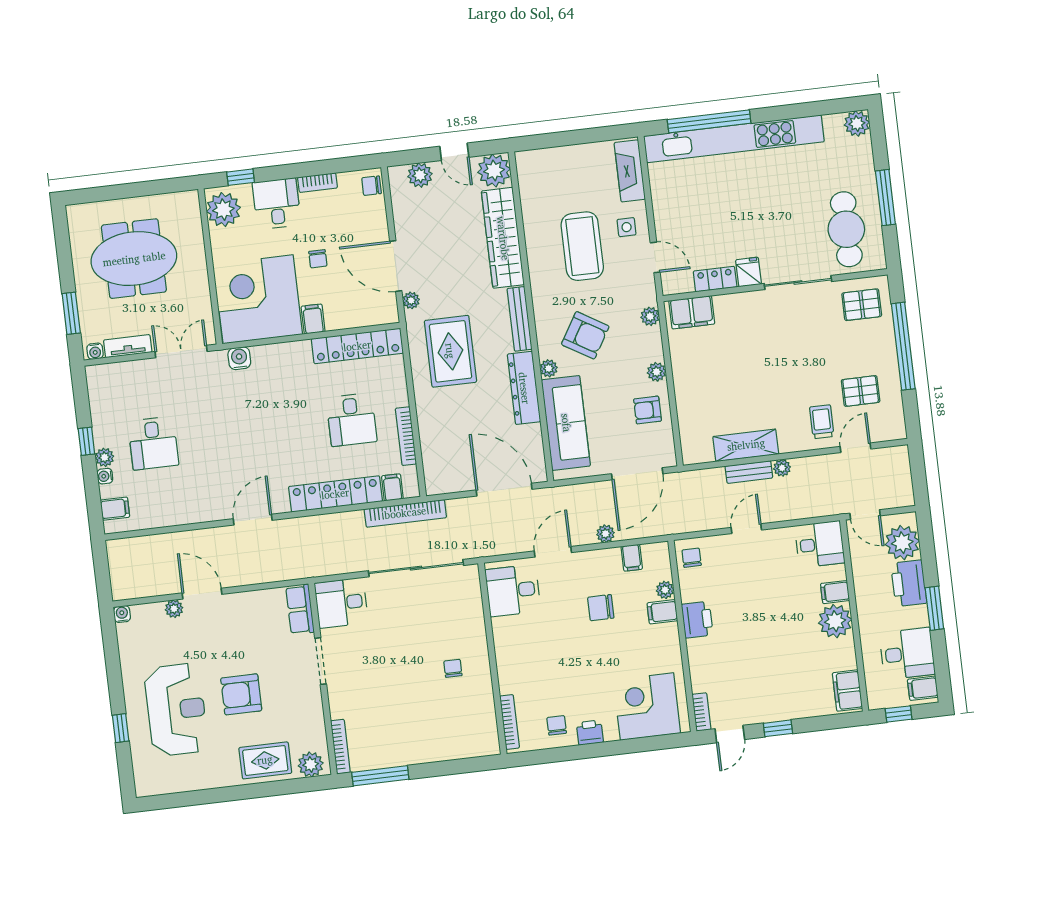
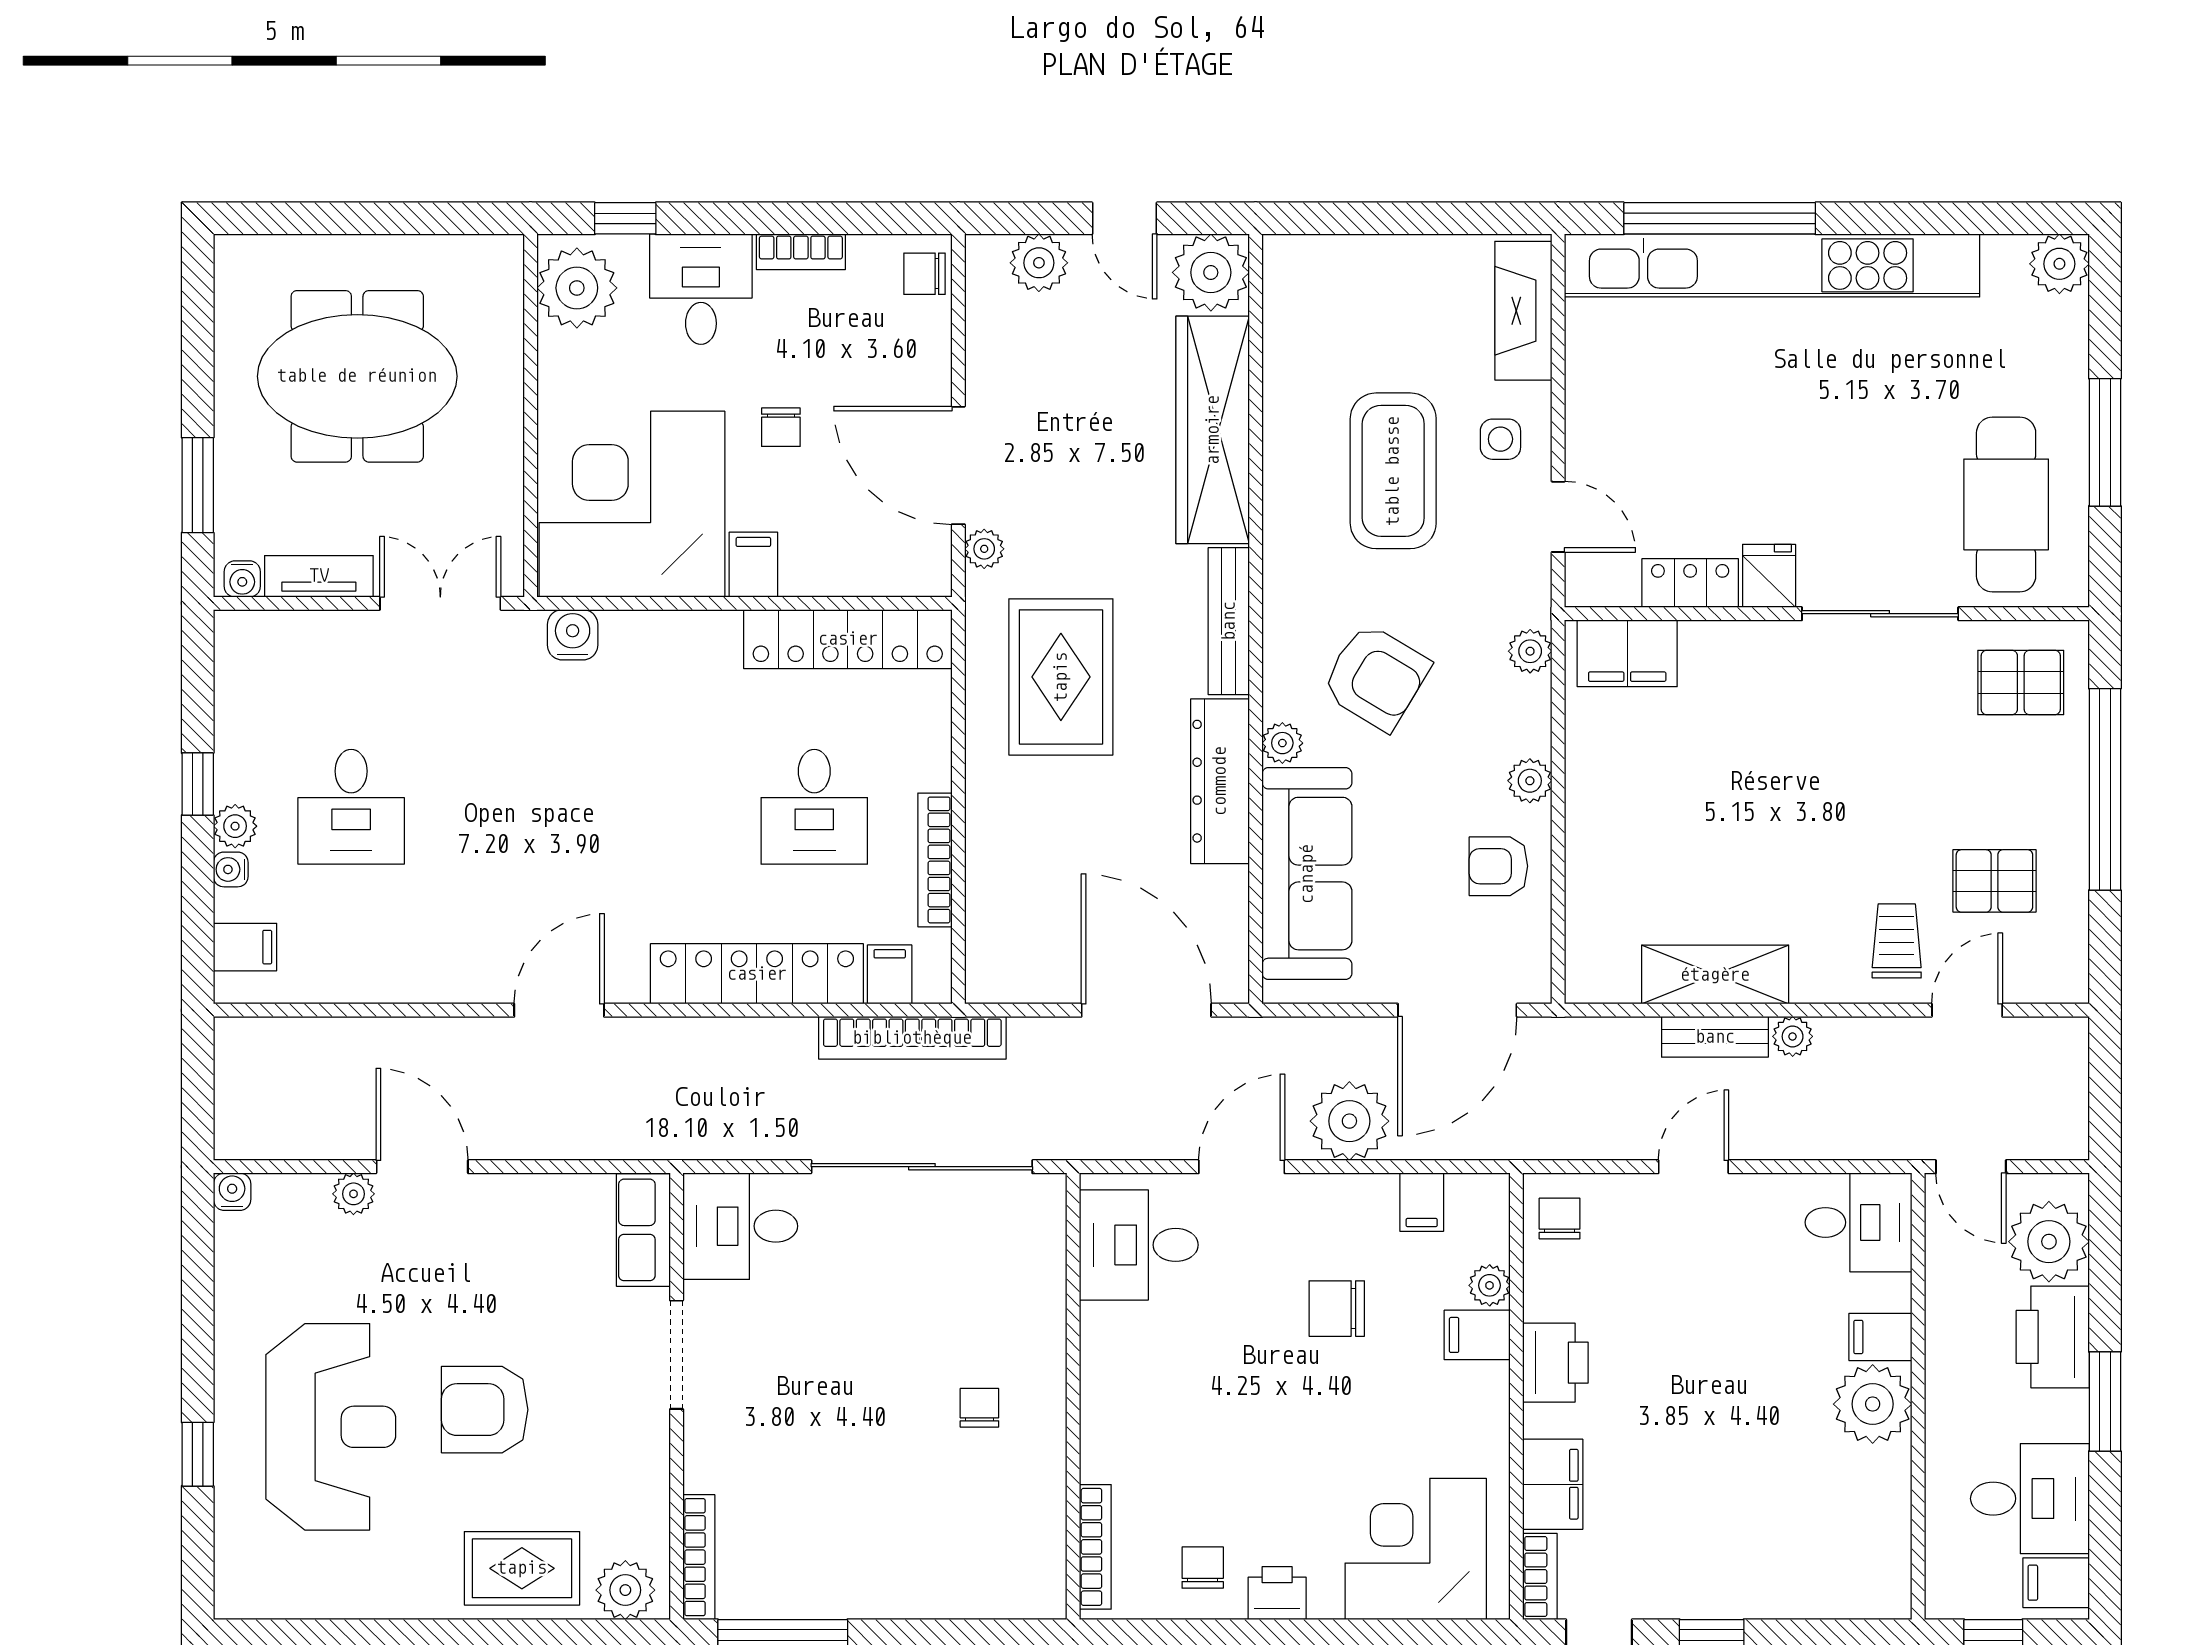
plant: (606, 534) -> (1349, 1121), width x1.87, depth x1.87
filing cabinet: (847, 691) -> (1553, 1484), moved, turned 180

